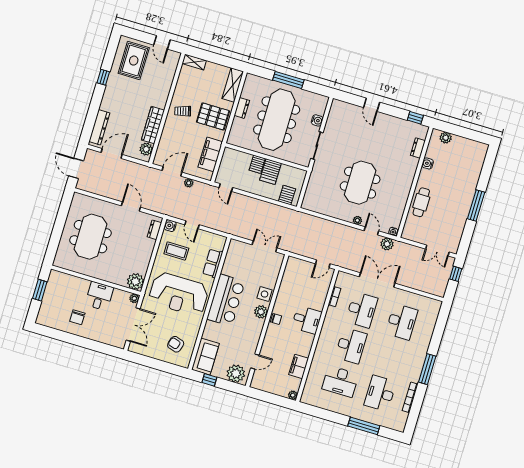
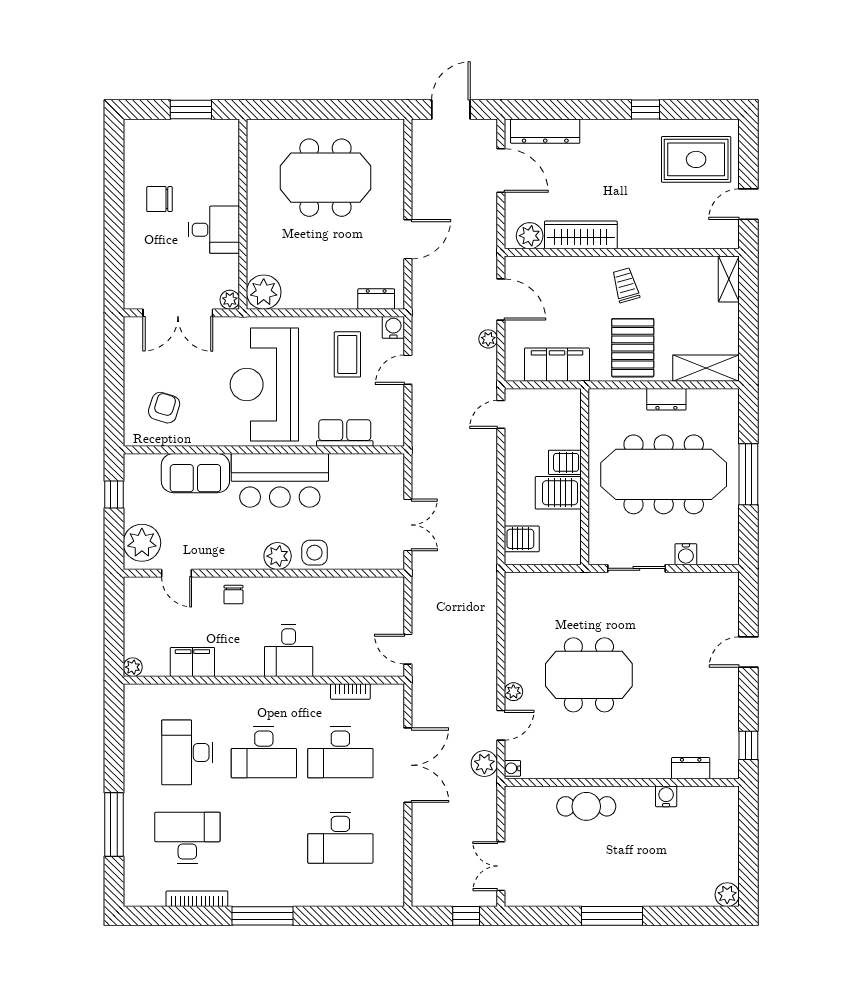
plant: (446, 138) -> (727, 895), moved
chair: (276, 319) -> (233, 595), moved
sofa: (205, 357) -> (195, 473), moved

